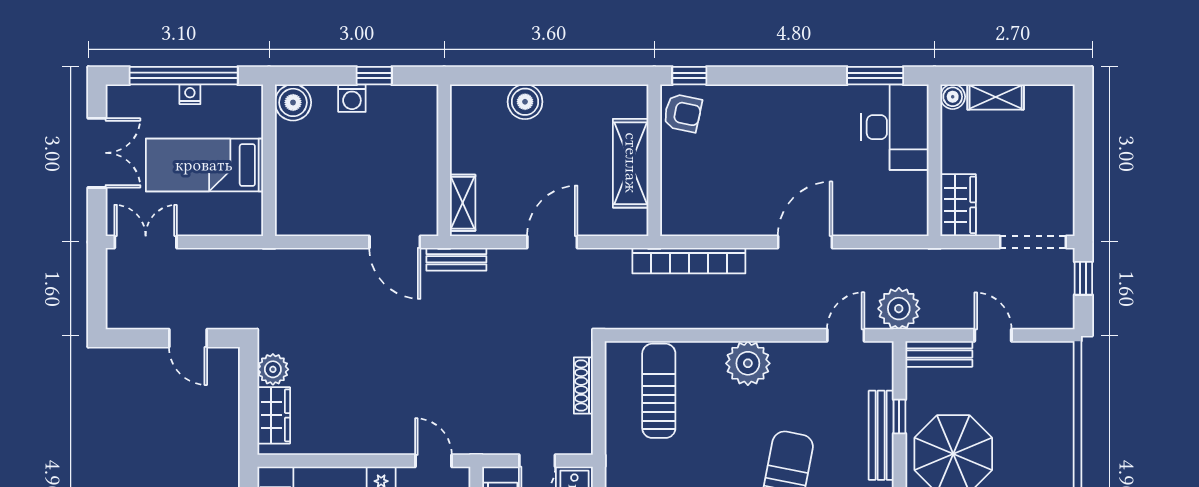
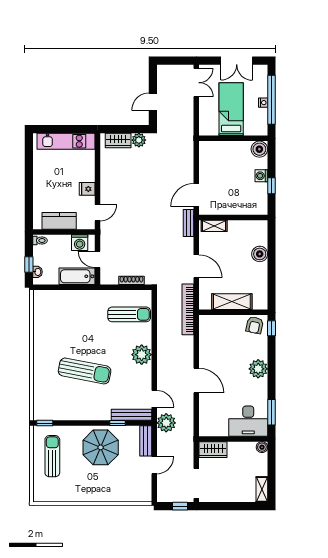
shelving: (996, 97) -> (262, 489), moved
plant: (779, 105) -> (258, 369), added
bookcase: (689, 261) -> (188, 309), moved
bench: (881, 435) -> (131, 415), moved

